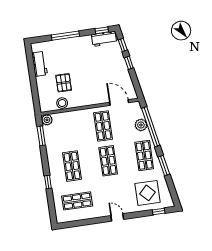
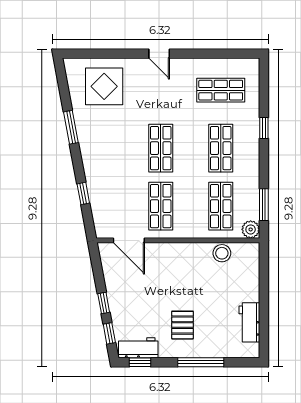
pallet: (64, 83) -> (183, 325), moved
plant: (141, 125) -> (99, 199), removed
window: (151, 127) -> (83, 193), width x0.32
shop shelf: (144, 156) -> (221, 206), moved
window: (159, 211) -> (91, 54), removed

